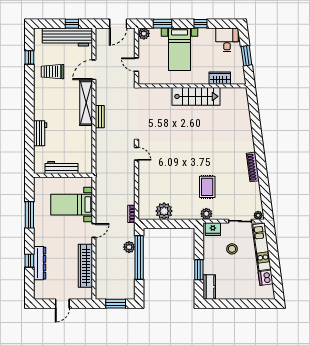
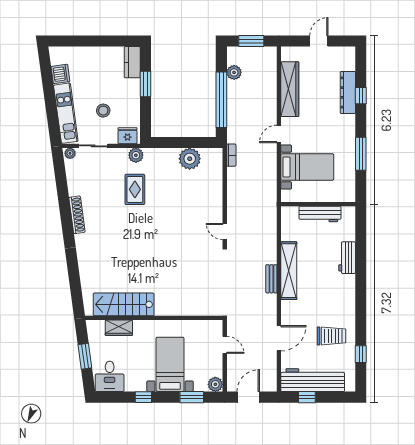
stairs: (196, 96) -> (124, 304), moved
shelving: (86, 103) -> (289, 271), moved
plant: (129, 247) -> (234, 72), moved

